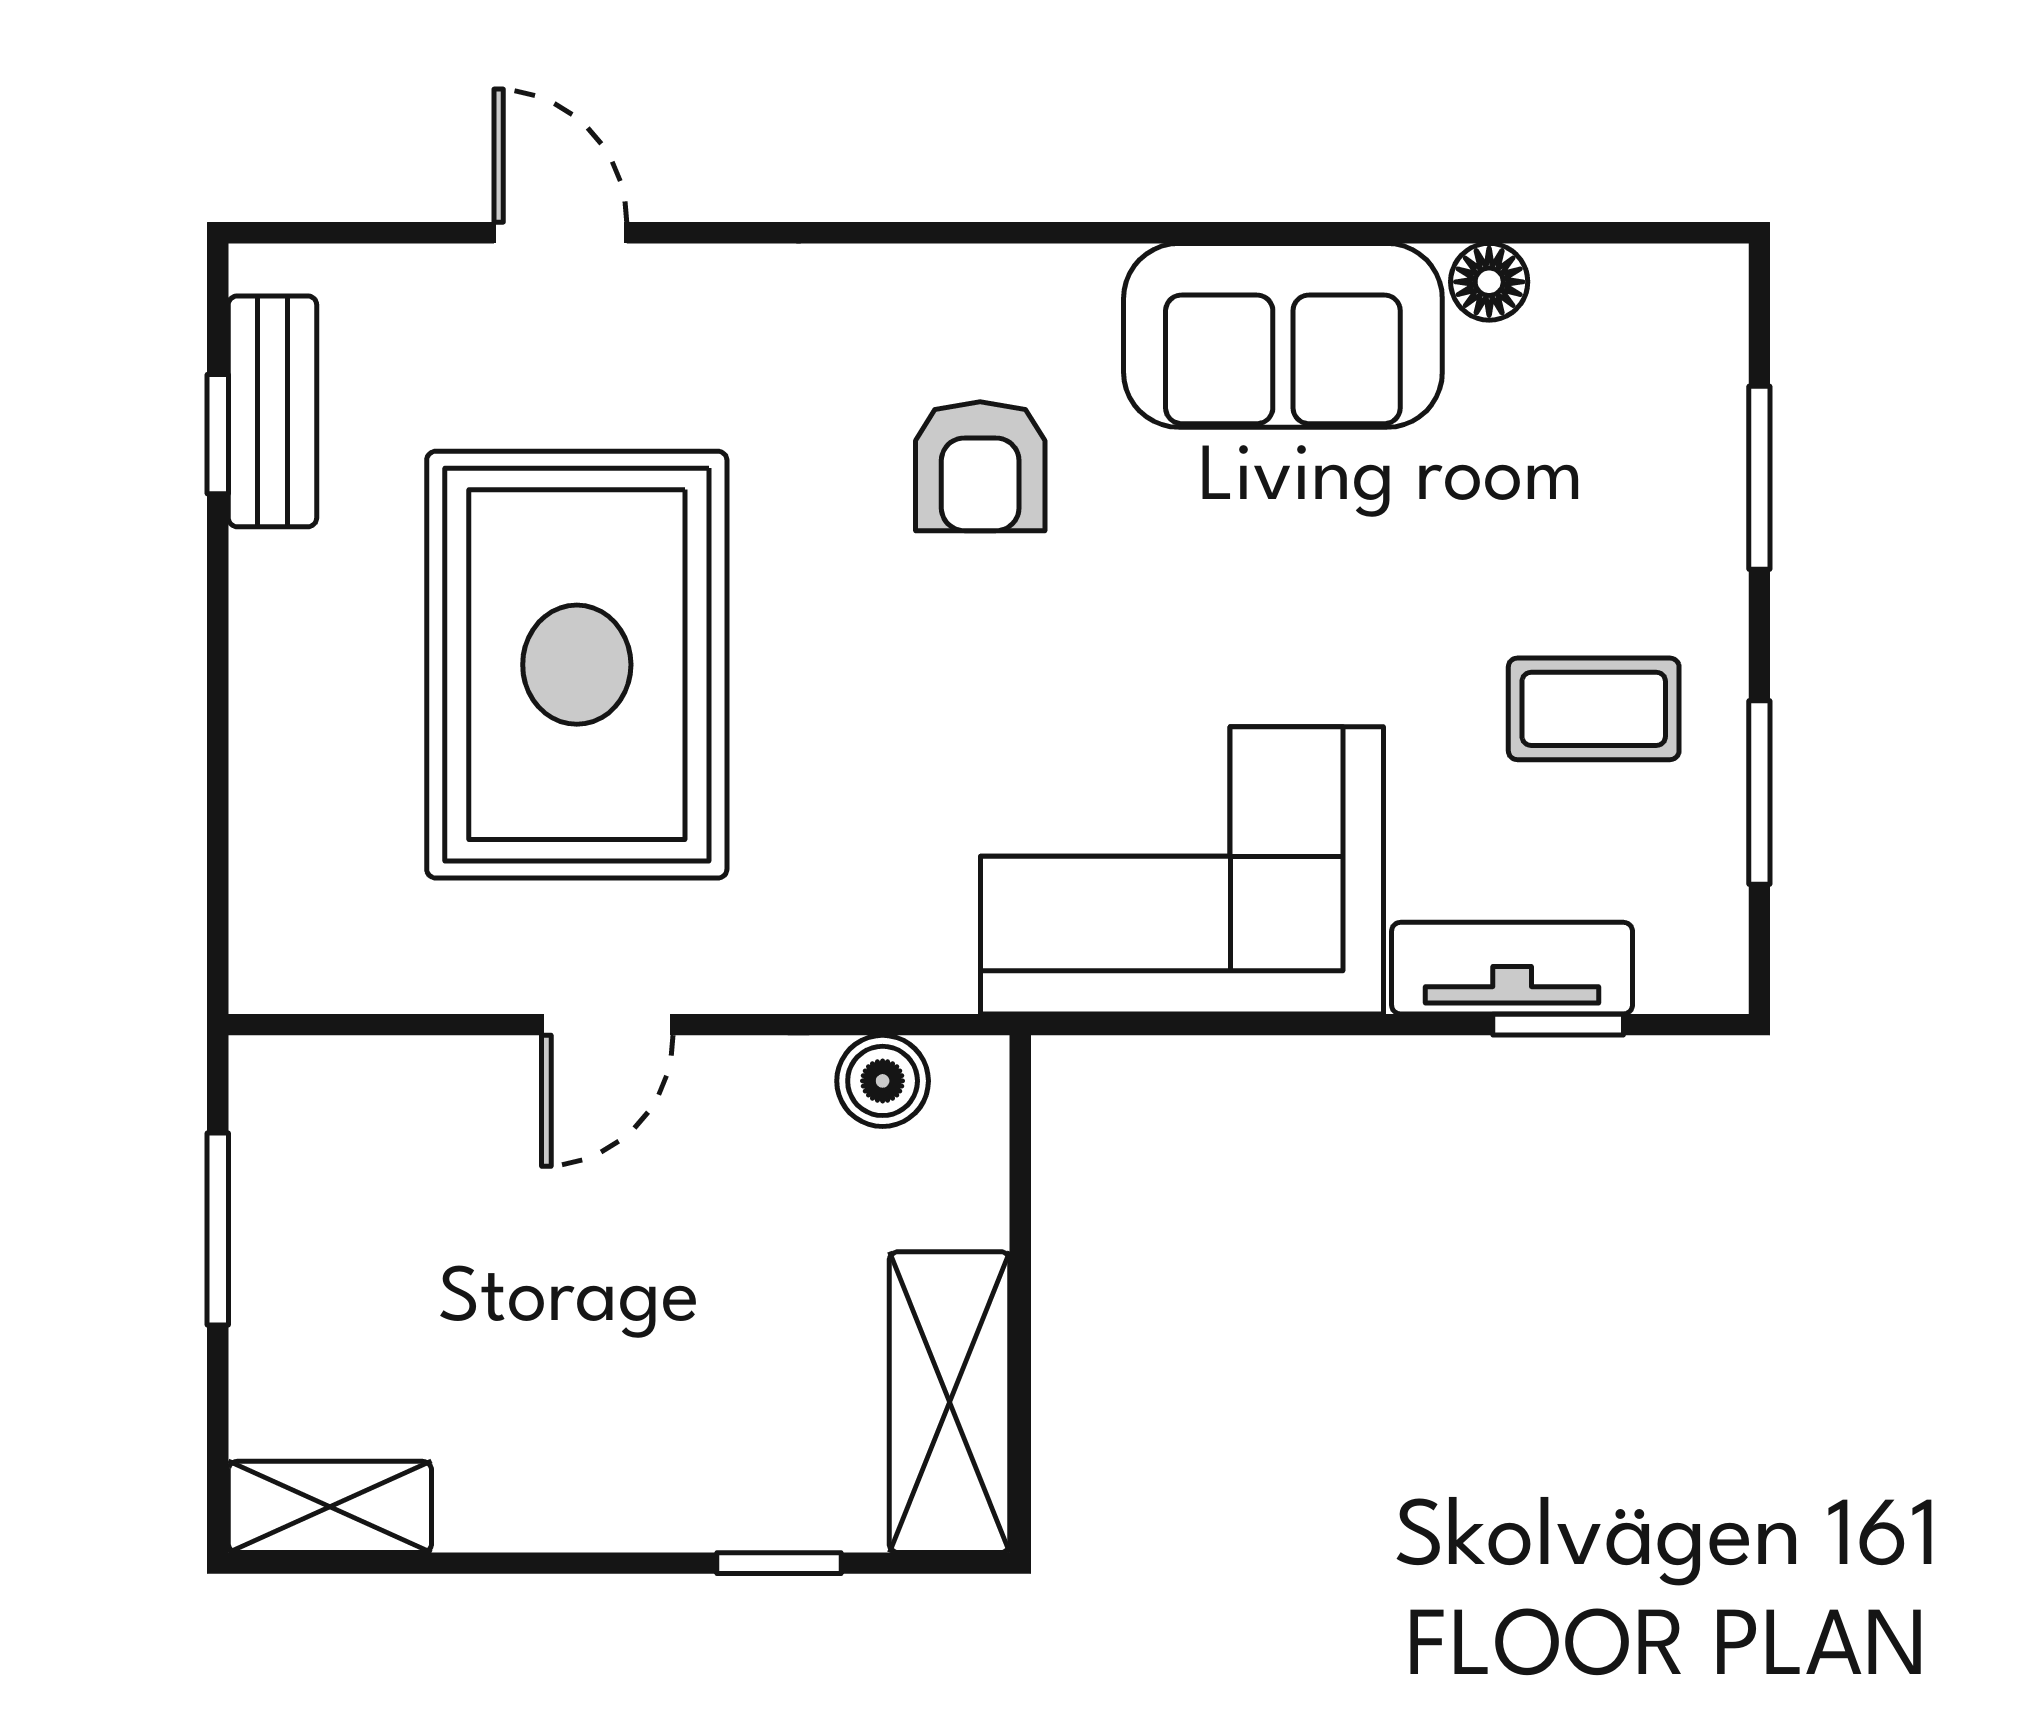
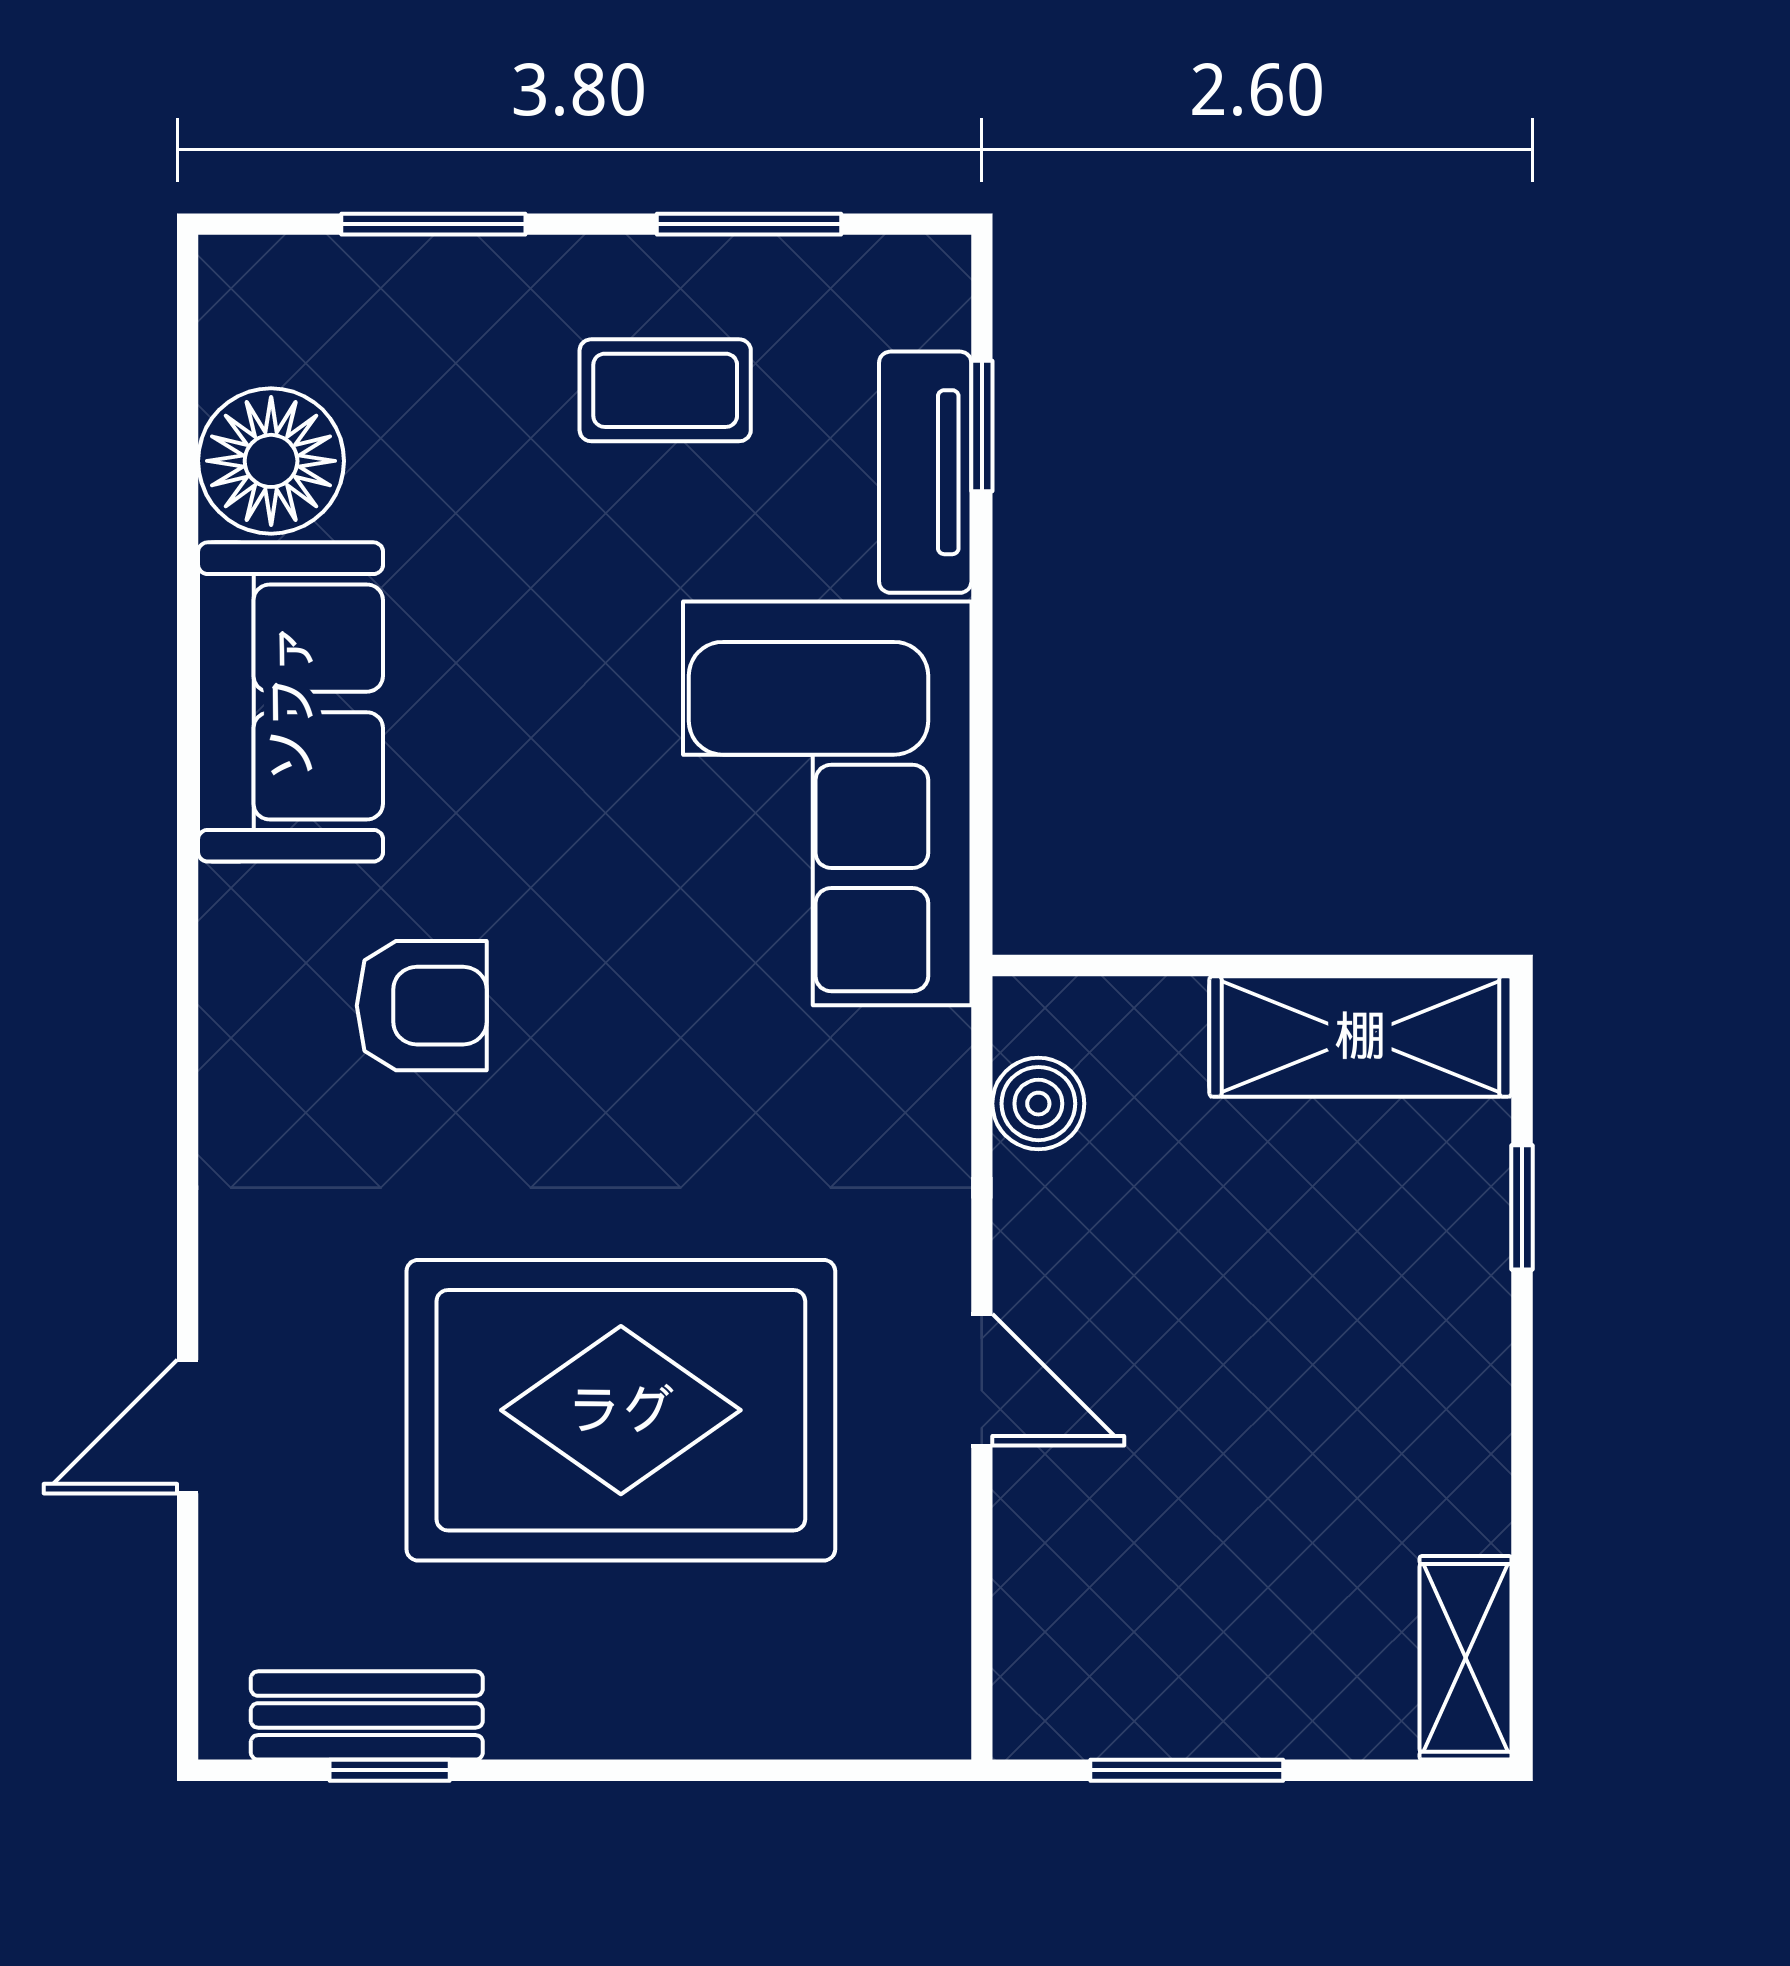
floor lamp: (1489, 282) -> (271, 461), width x1.89, depth x1.89
coffee table: (1594, 709) -> (665, 390), turned 90

